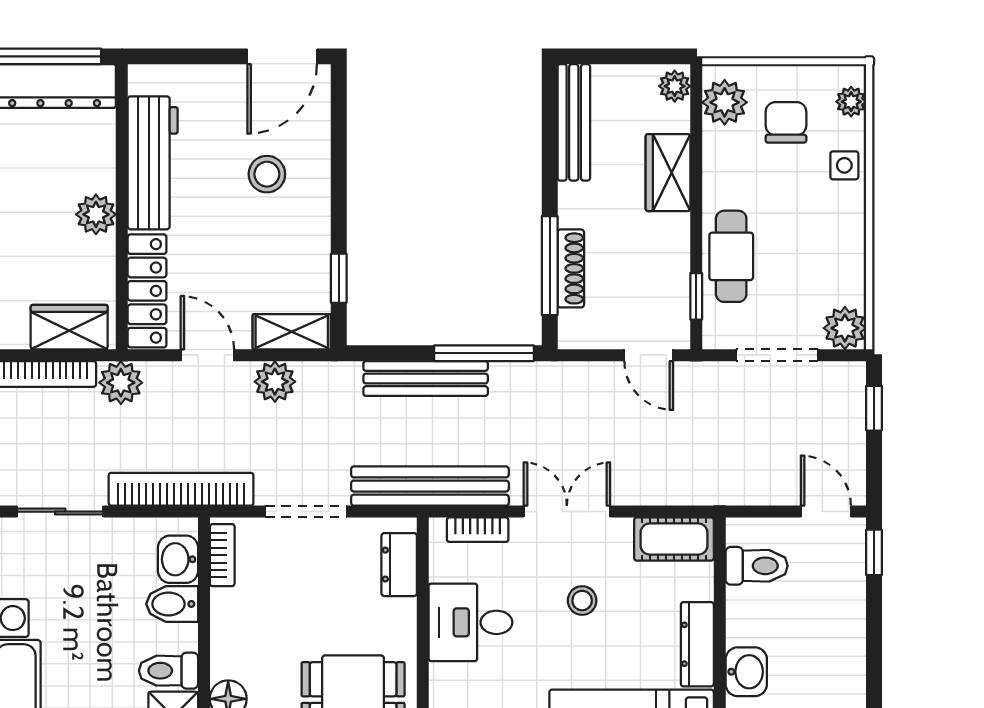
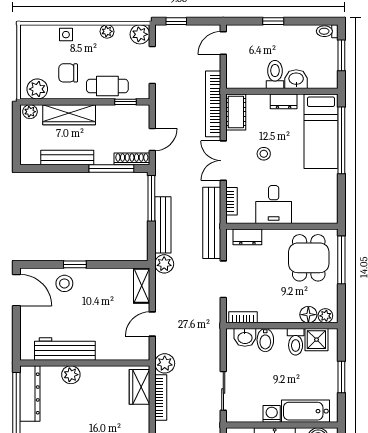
plant: (851, 102) -> (107, 31), moved
bench: (574, 122) -> (67, 158), moved
chair: (786, 122) -> (68, 73), moved
wardrobe: (668, 173) -> (69, 115), width x1.50
stool: (267, 174) -> (64, 283), moved
plant: (96, 214) -> (71, 375), moved
shoe rack: (571, 268) -> (132, 159), moved
window: (339, 278) -> (75, 264), moved
locker: (147, 291) -> (123, 351), removed
door: (649, 355) -> (152, 140), moved
plant: (275, 382) -> (164, 264), moved
bookcase: (181, 489) -> (213, 104), moved
window: (874, 552) -> (273, 21), moved
toilet: (757, 566) -> (275, 74), moved
dresser: (697, 644) -> (284, 101), width x0.70

